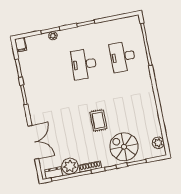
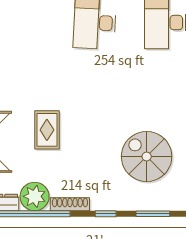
rug: (98, 120) -> (47, 130), moved
spiral stairs: (124, 147) -> (147, 156), moved

